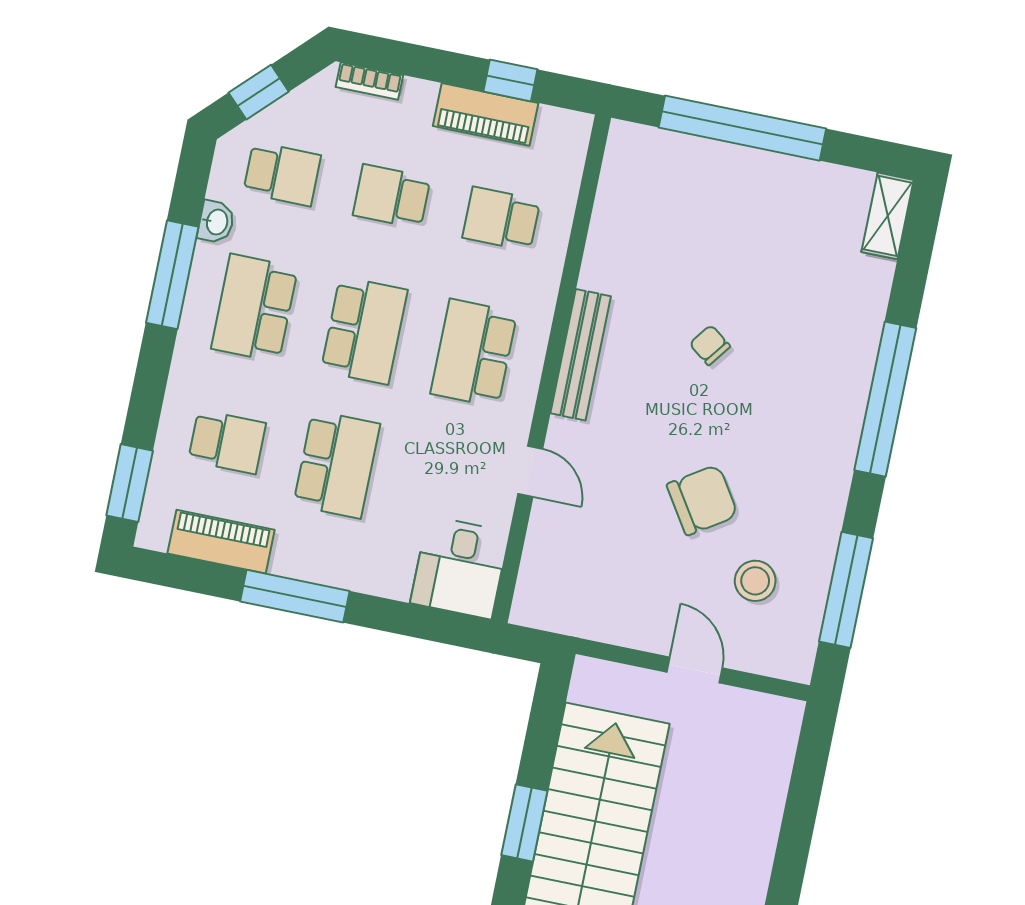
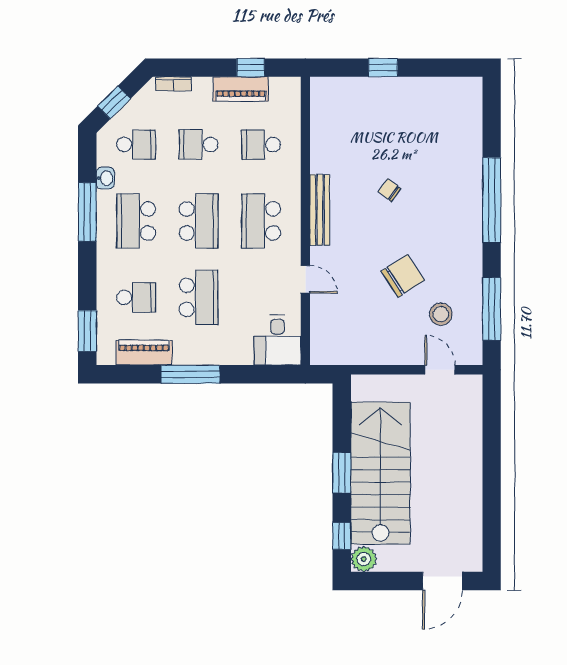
window: (742, 128) -> (383, 68), width x0.32
shelving: (888, 216) -> (472, 99), removed
door: (695, 670) -> (440, 370), moved

